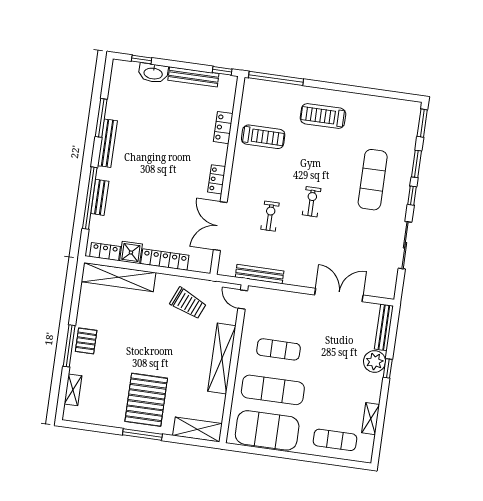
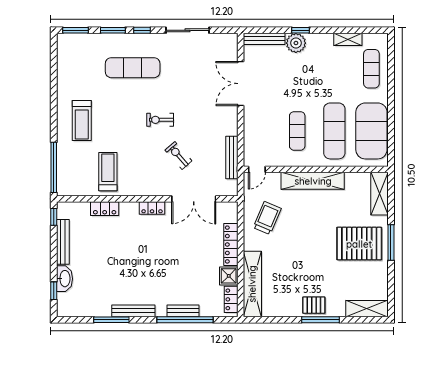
exercise bike: (270, 216) -> (178, 155), turned 49
shelving: (73, 390) -> (367, 309), width x1.50, depth x1.33

